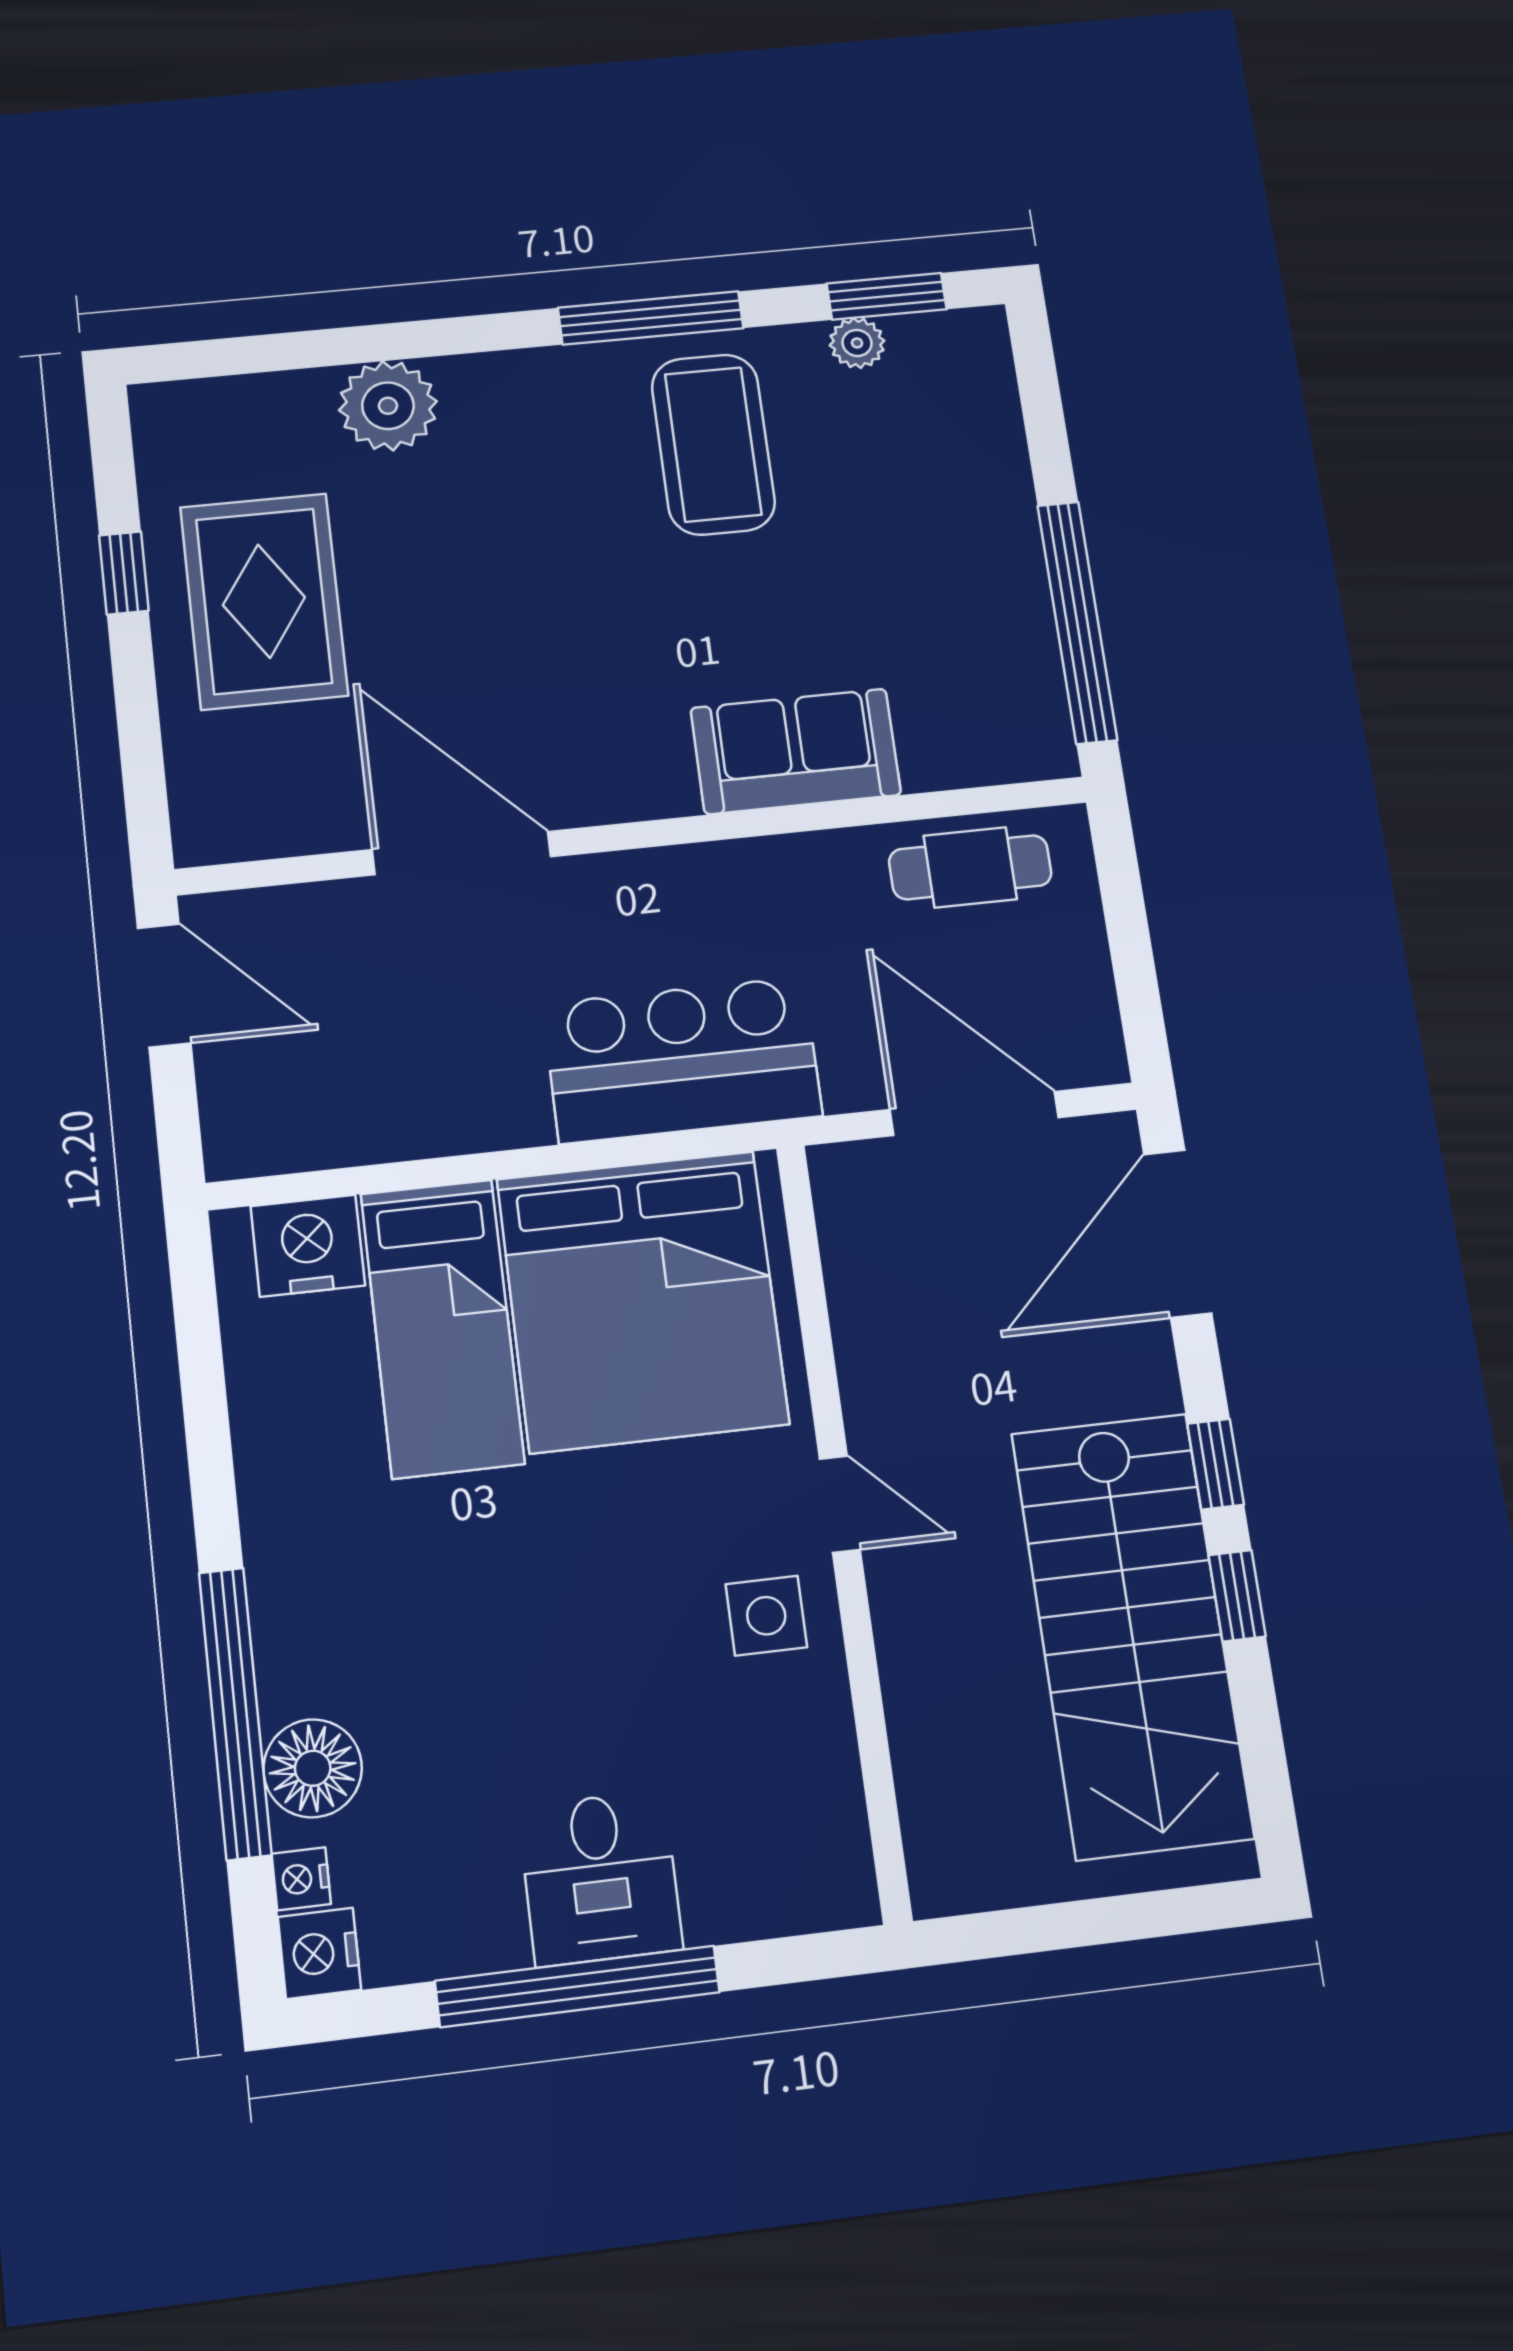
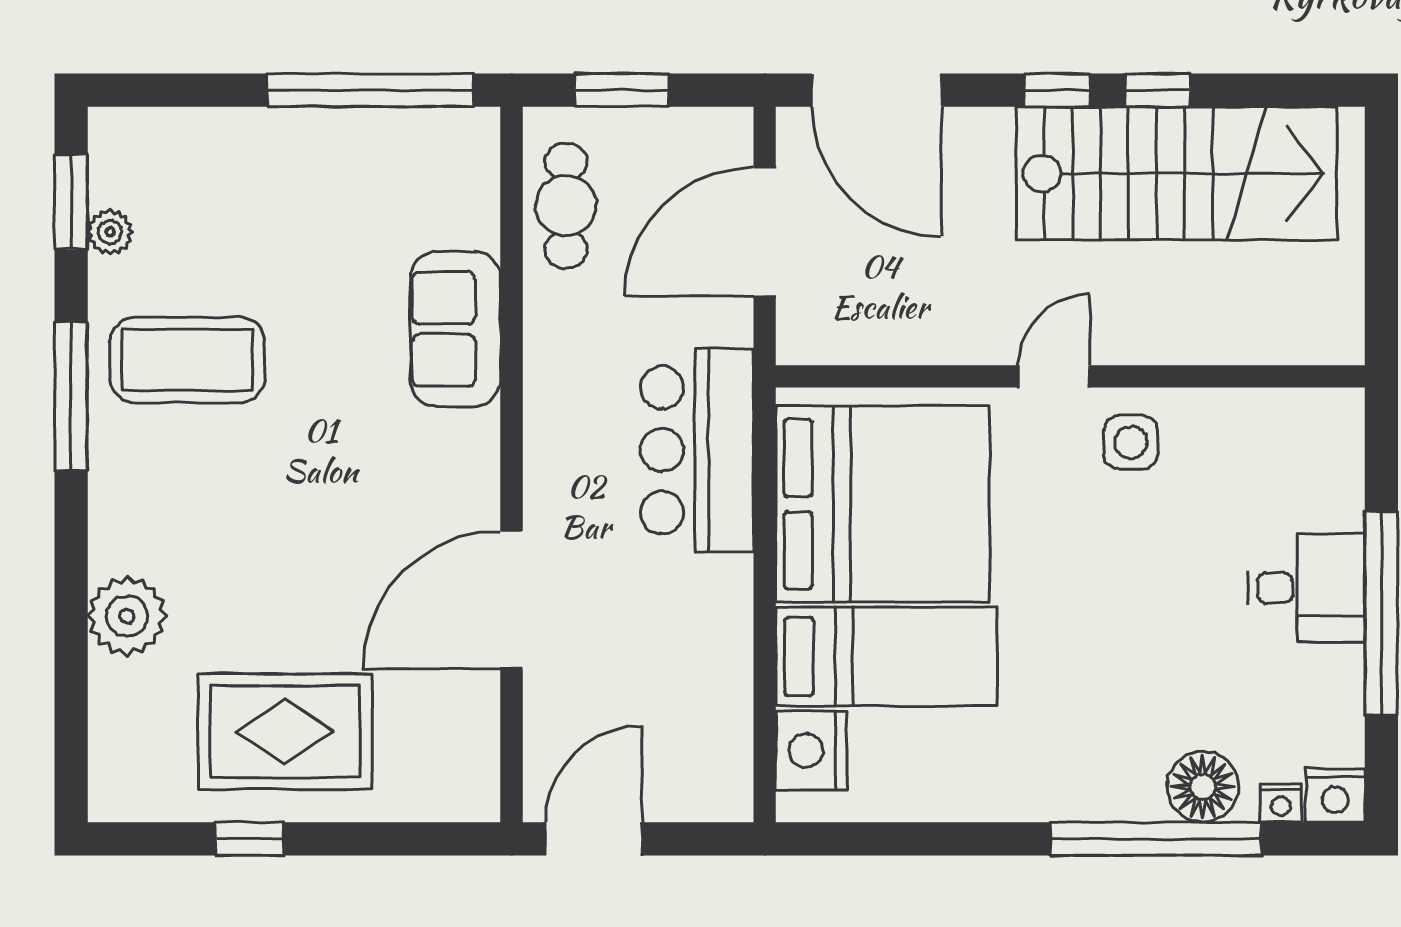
window: (1126, 919) -> (622, 90), added

